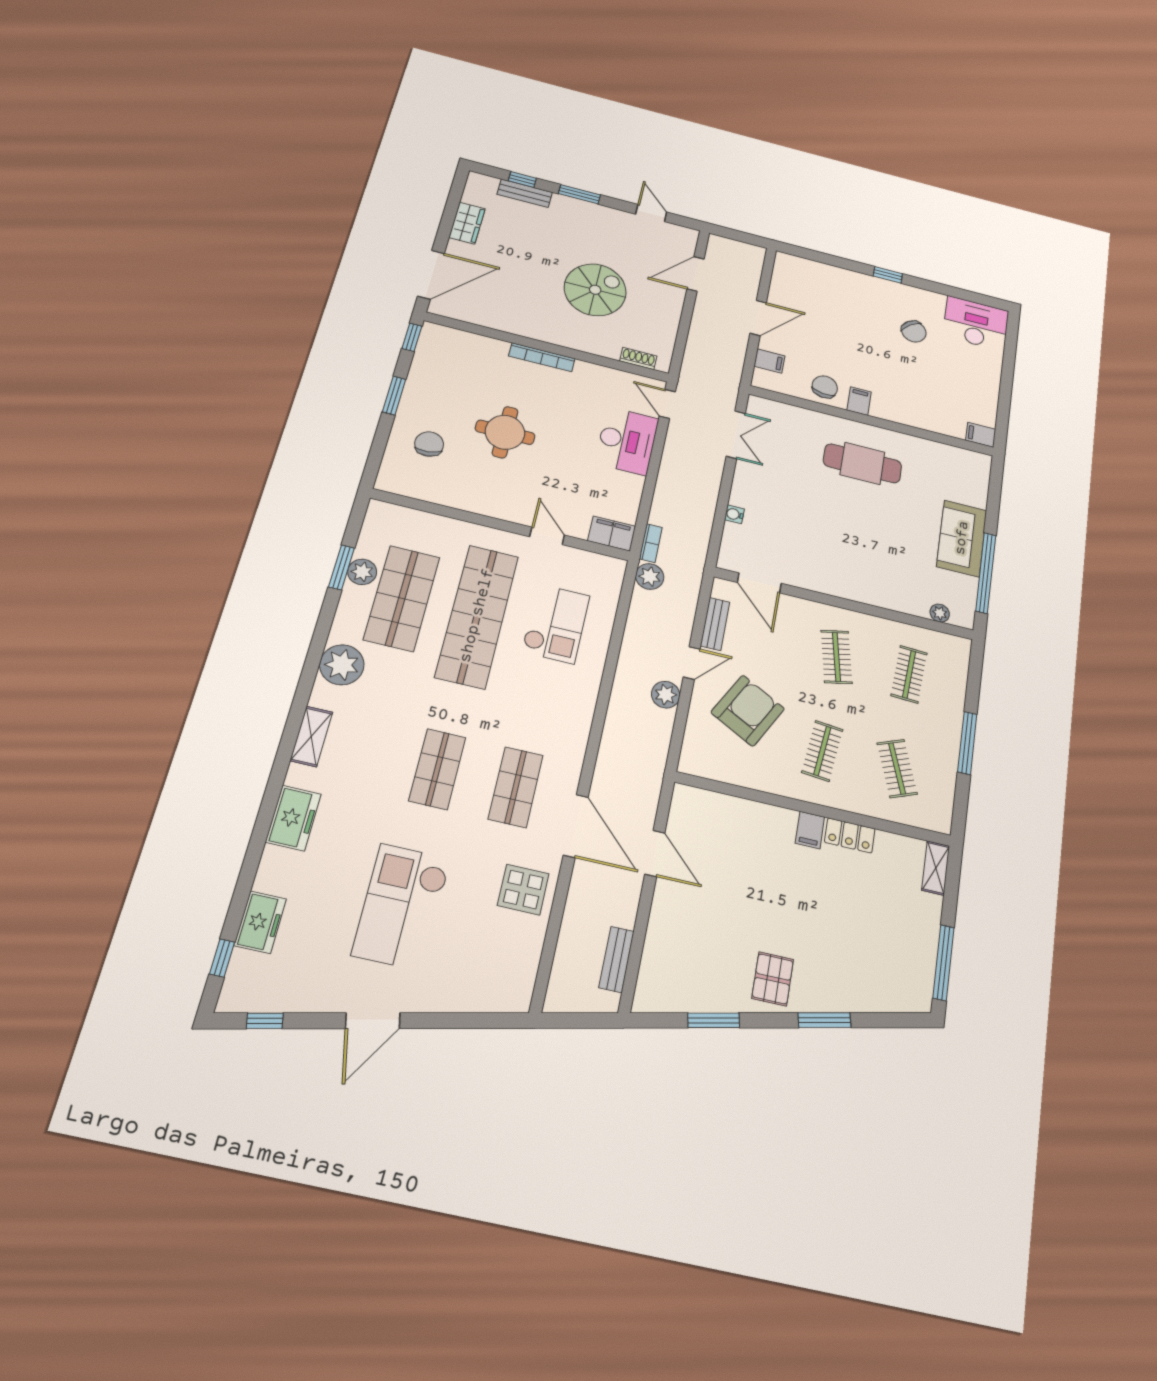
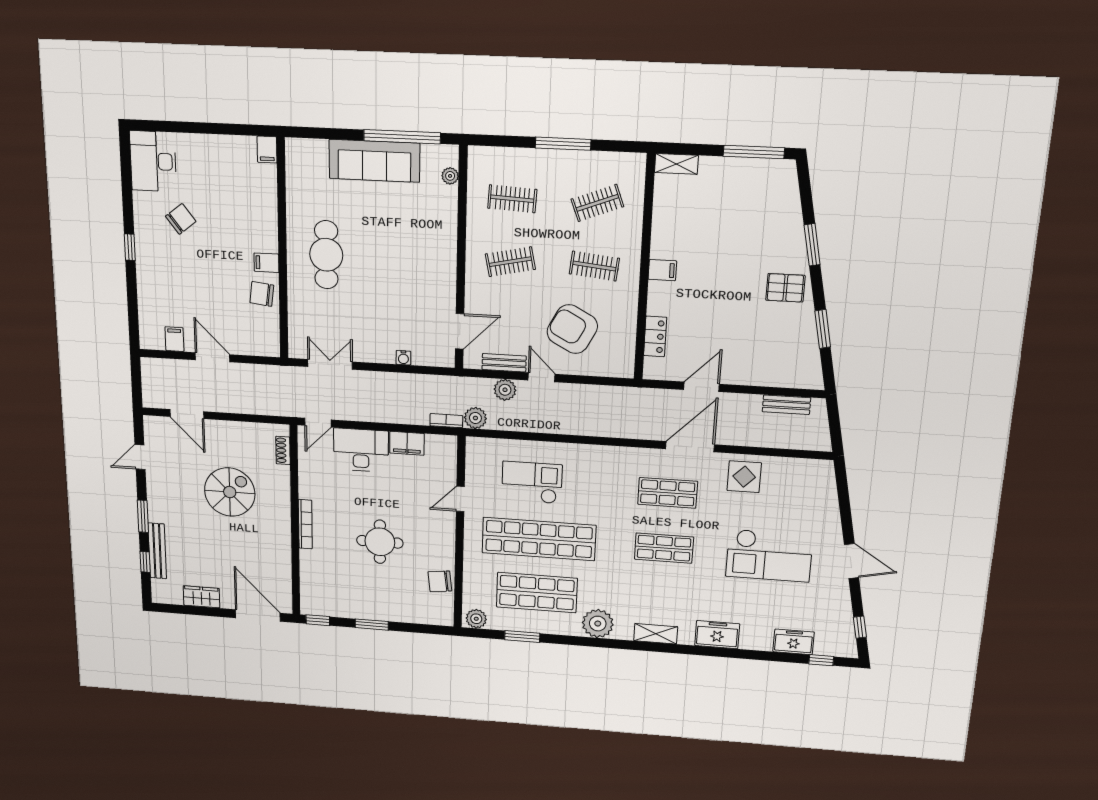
bench: (525, 193) -> (157, 551), width x1.36
spiral stairs: (595, 290) -> (230, 492), turned 90
filing cabinet: (769, 361) -> (174, 339), moved
chair: (429, 444) -> (440, 581), moved
filing cabinet: (612, 534) -> (407, 443), moved, turned -90
sofa: (962, 538) -> (374, 161), width x1.36
plant: (362, 572) -> (476, 619), moved
plant: (666, 695) -> (505, 390), moved
locker: (850, 835) -> (655, 336), moved

